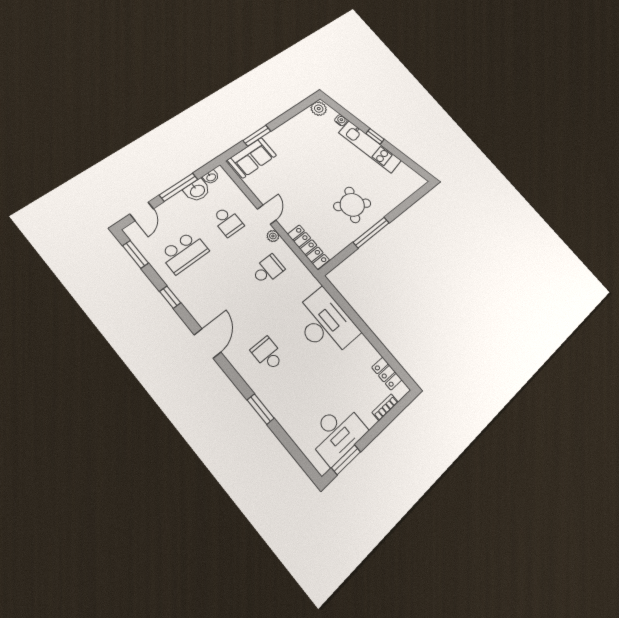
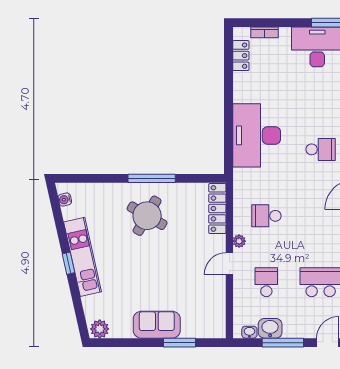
water cooler: (341, 120) -> (65, 199), moved
sofa: (252, 158) -> (157, 325), moved
school desk: (268, 354) -> (321, 149), turned -90

